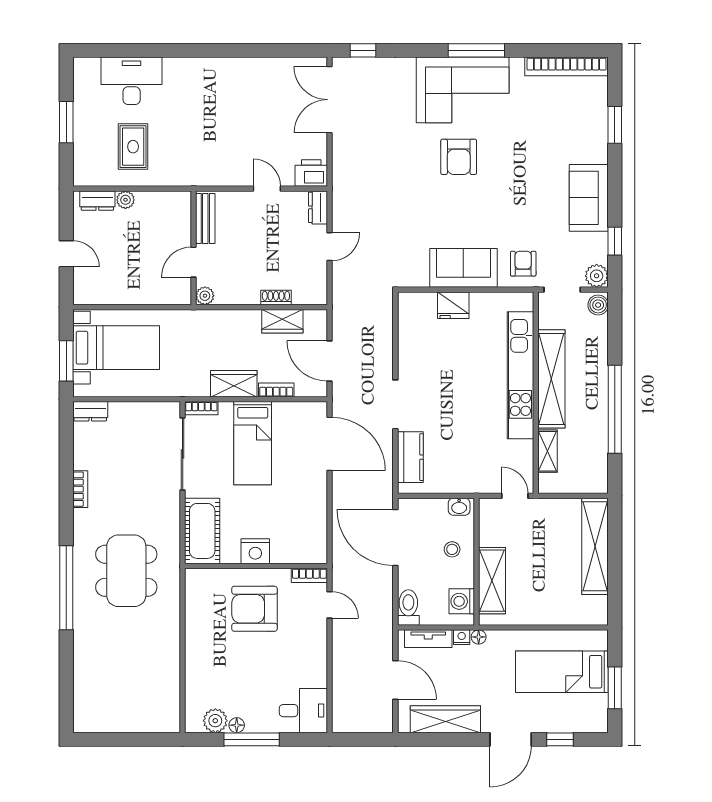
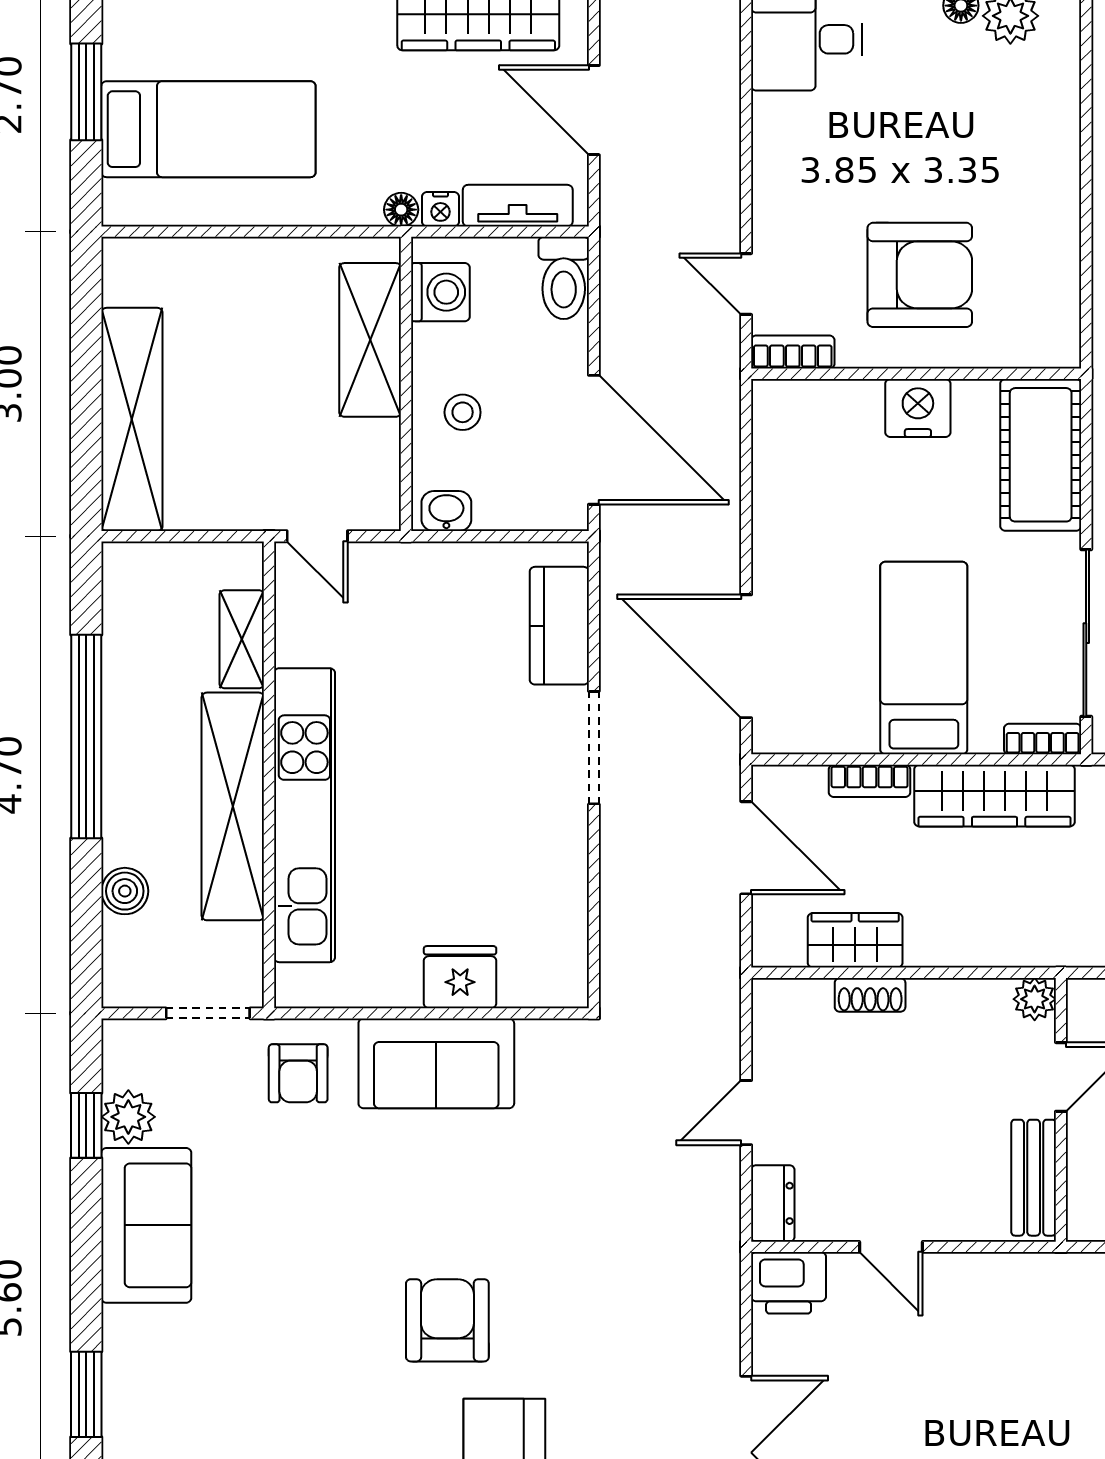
plant: (597, 276) -> (128, 1117), moved
boiler: (598, 305) -> (125, 891), moved
wardrobe: (234, 384) -> (994, 796), width x1.50

